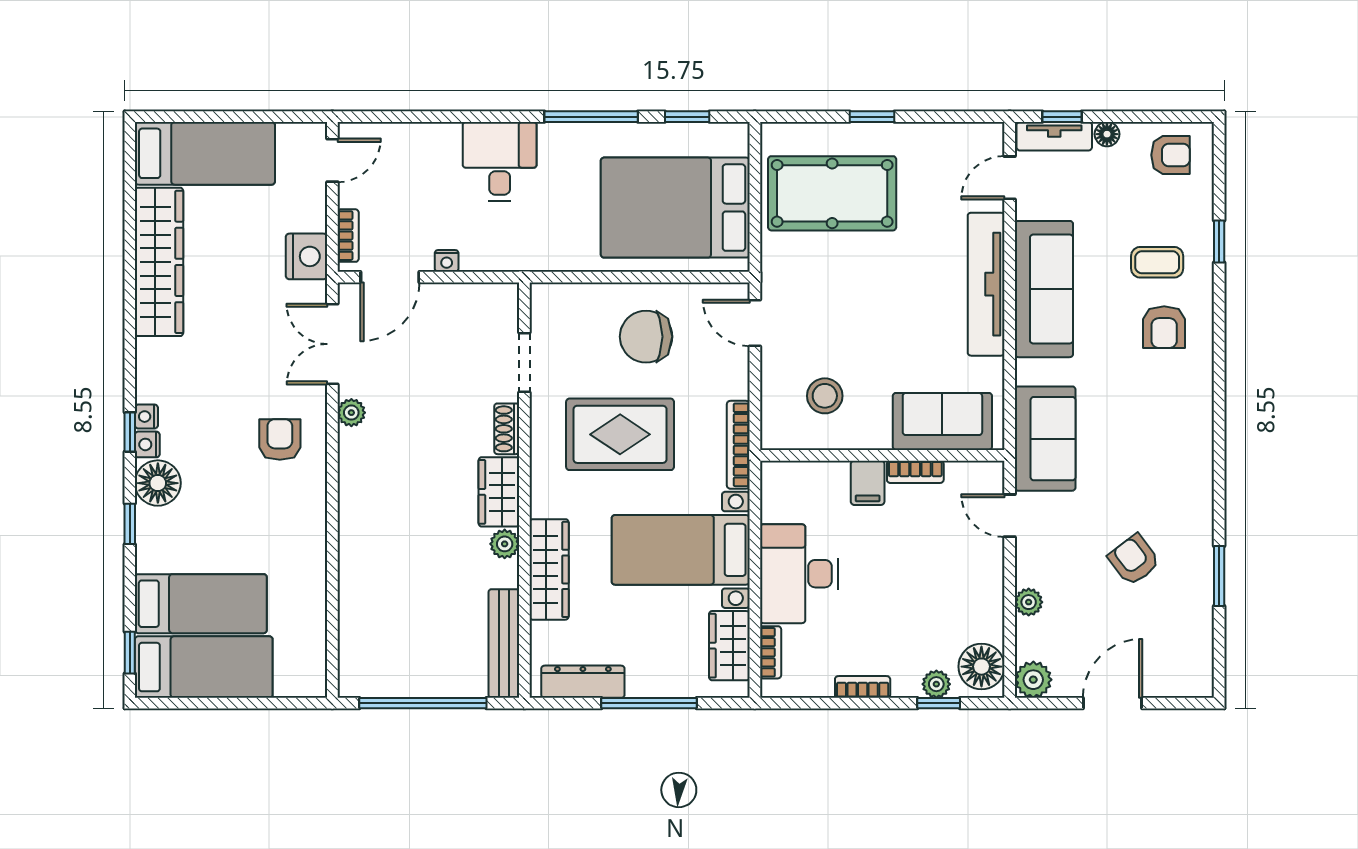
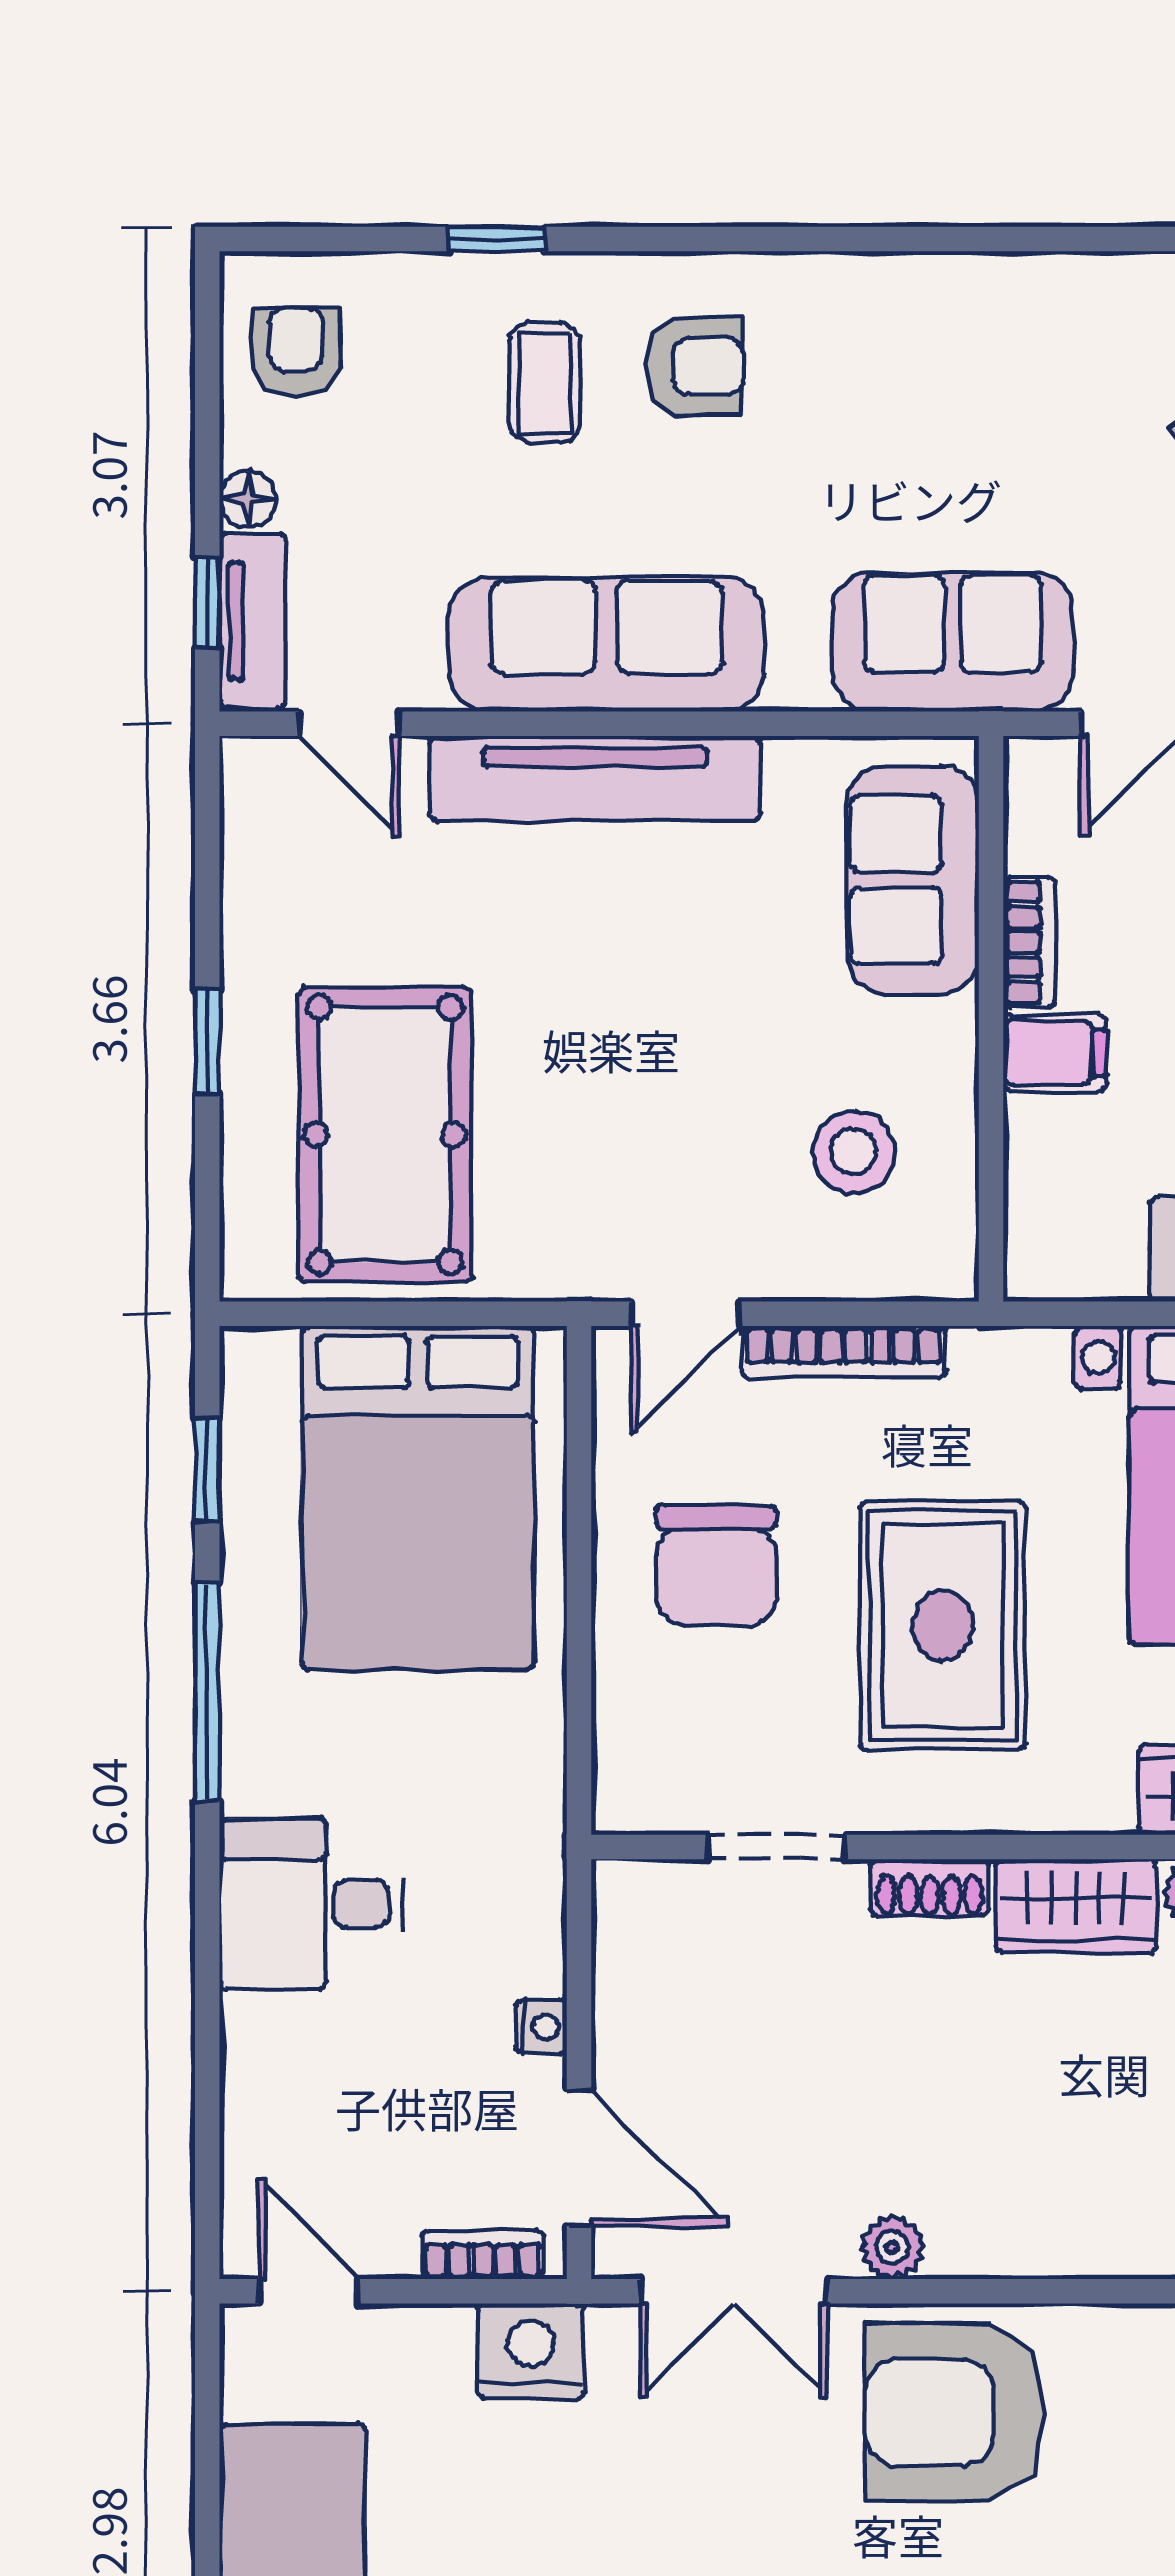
armchair: (280, 439) -> (955, 2413), width x1.88, depth x1.88
bookcase: (738, 445) -> (843, 1352), moved

